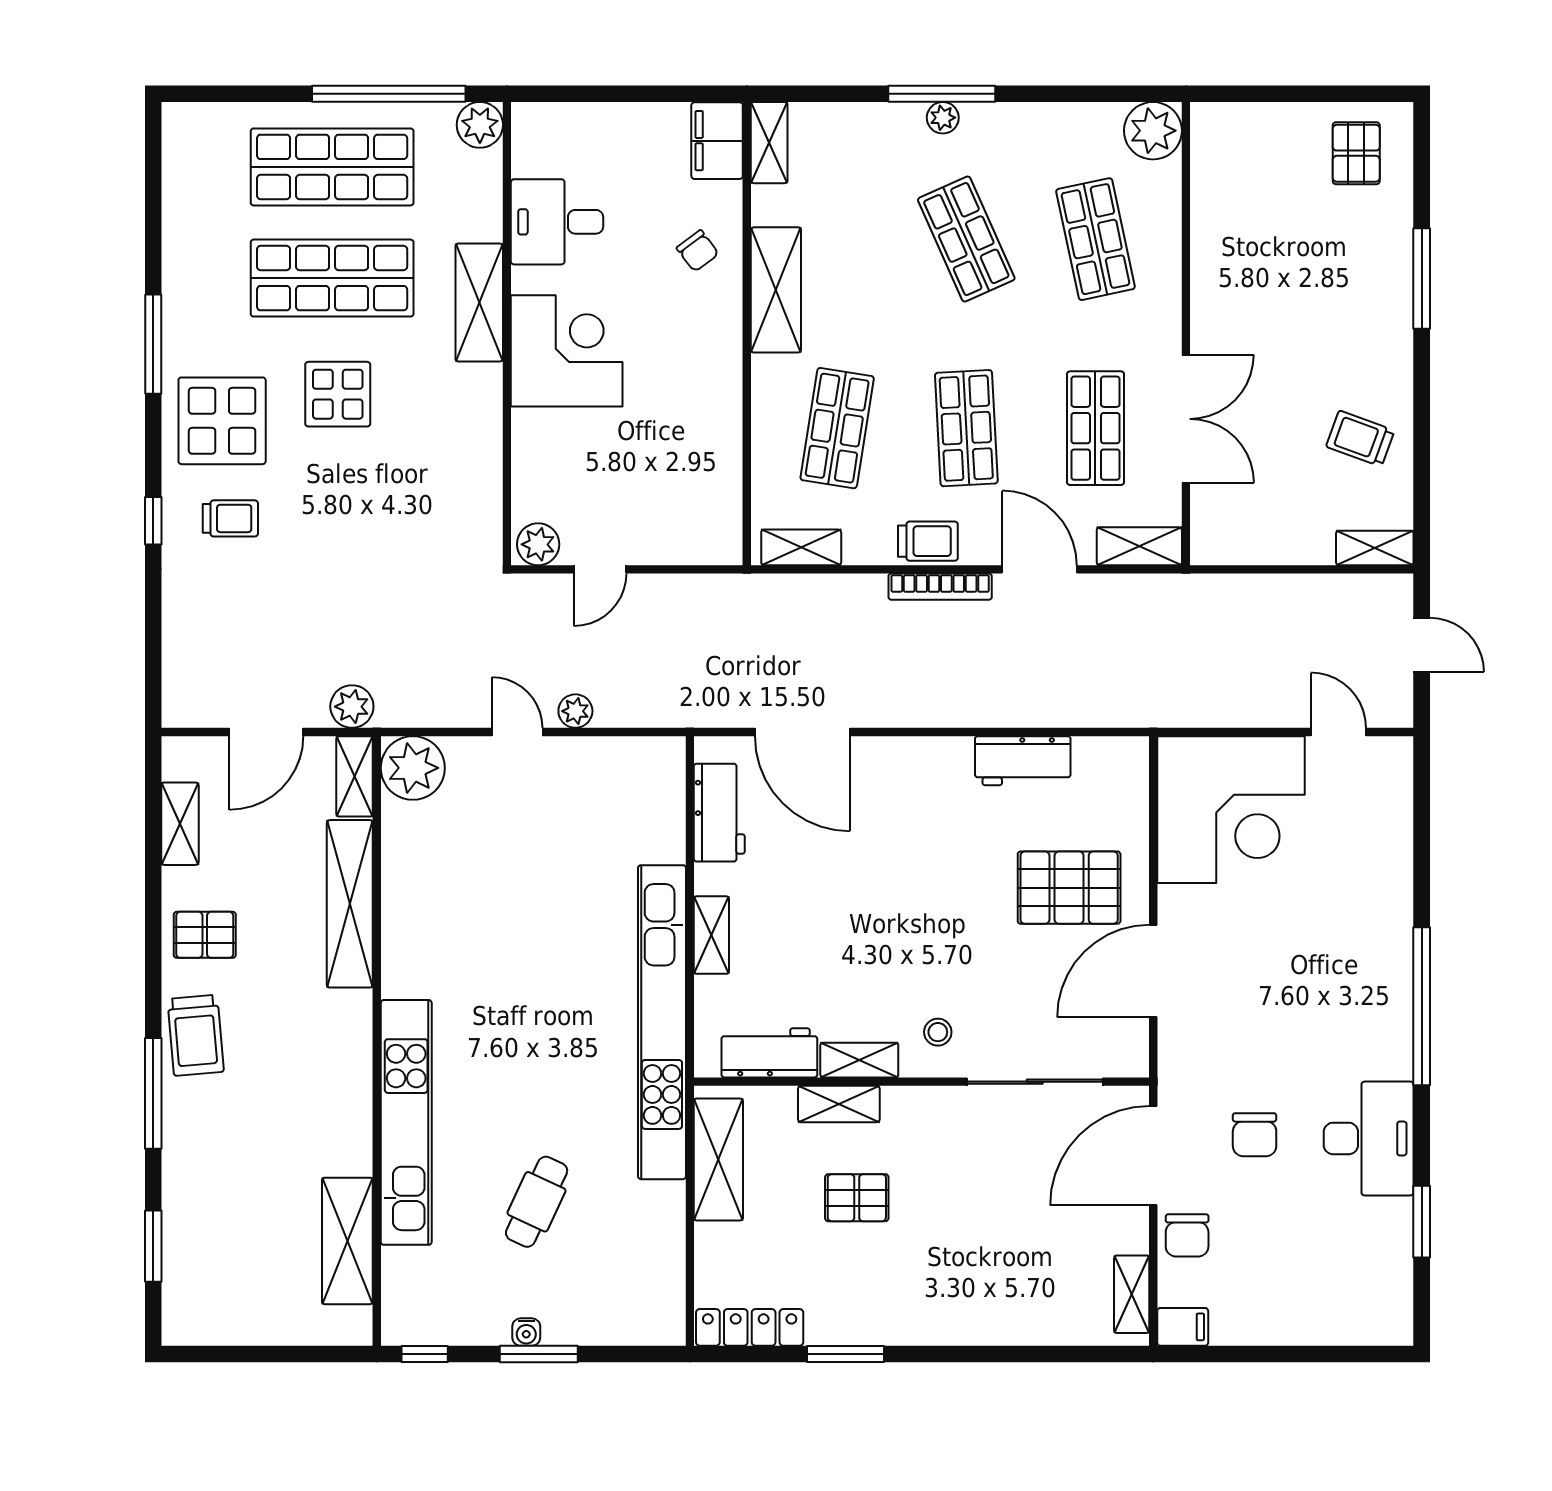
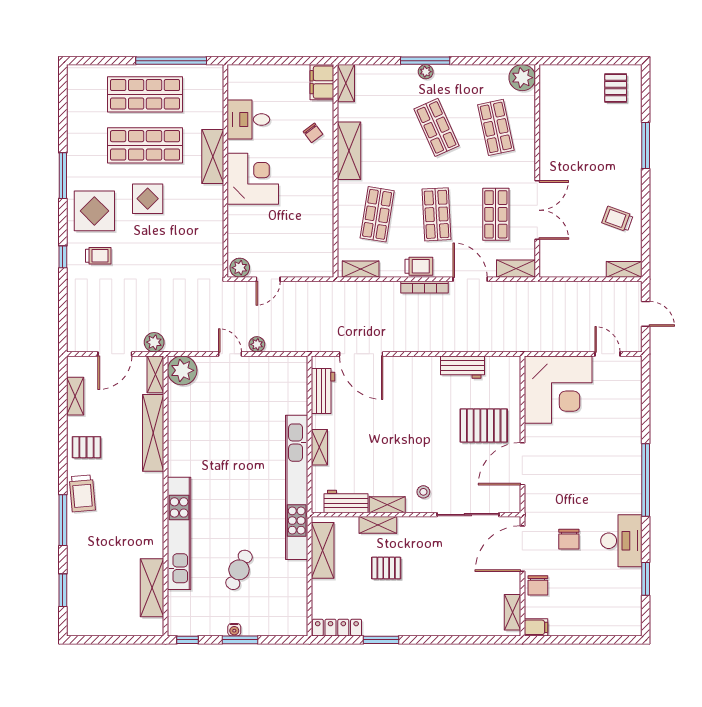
plant: (480, 125) -> (213, 75), removed

